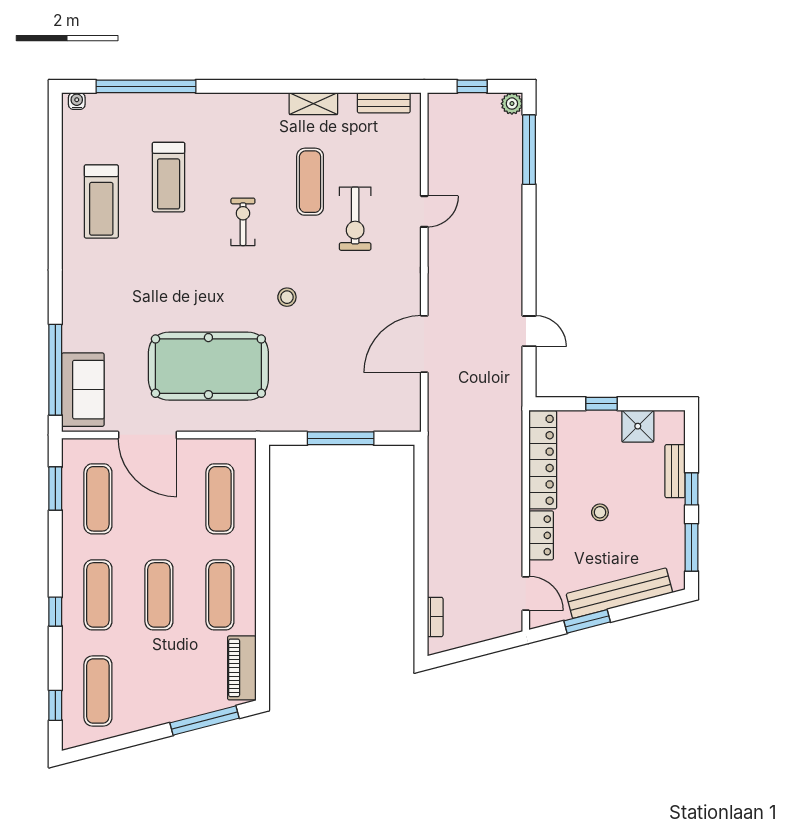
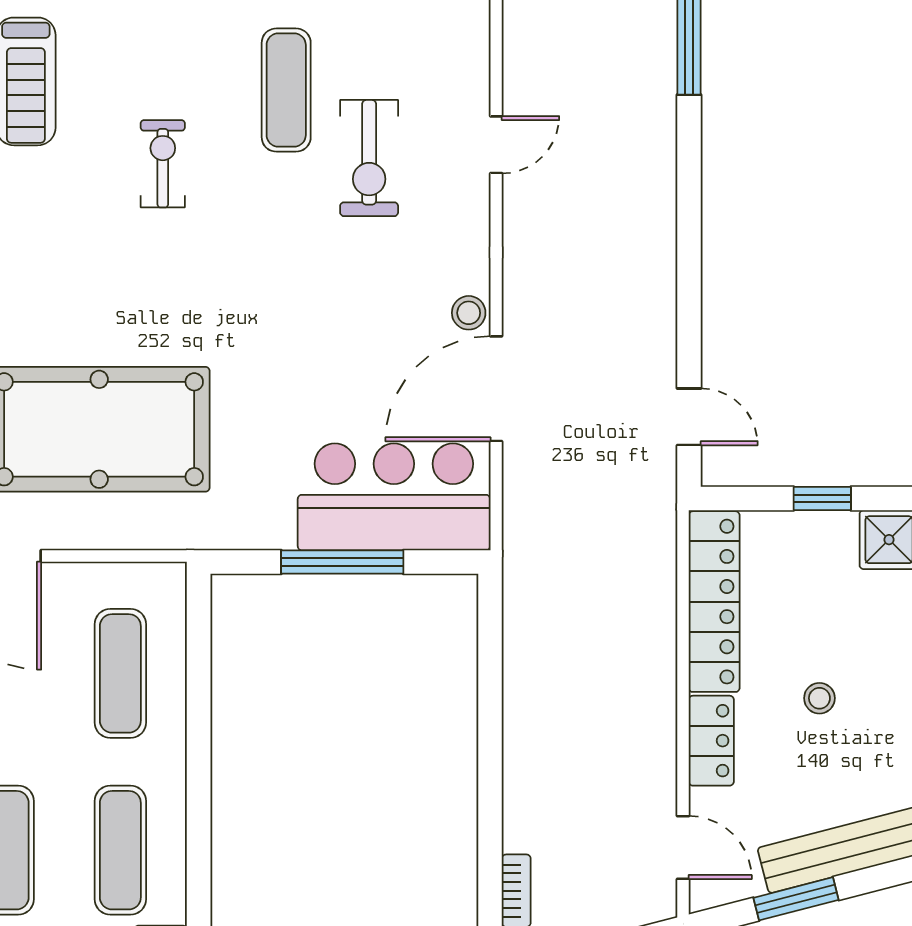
stool: (287, 297) -> (469, 313), moved
door: (529, 331) -> (689, 417), moved
bar counter: (369, 403) -> (394, 497), added

